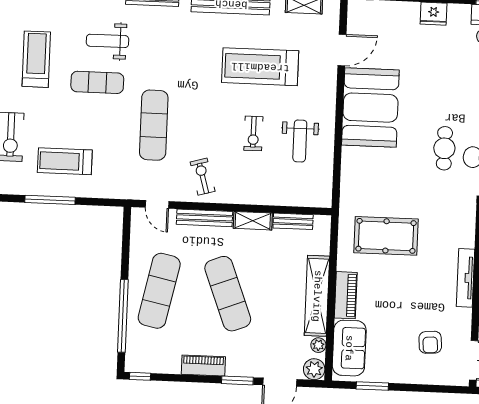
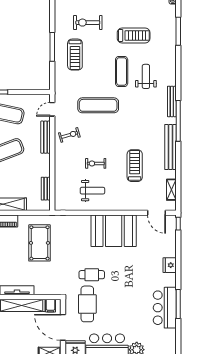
door: (342, 50) -> (156, 213), moved
treadmill: (260, 67) -> (135, 166), width x0.73, depth x0.73
weight bench: (300, 141) -> (92, 191), turned 180
treadmill: (65, 161) -> (75, 55), turned 180
shelving: (253, 221) -> (45, 165), removed

